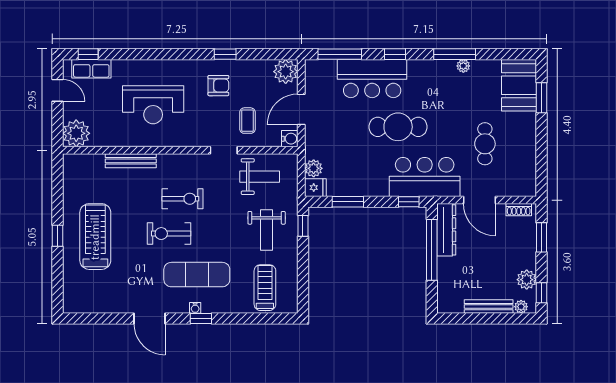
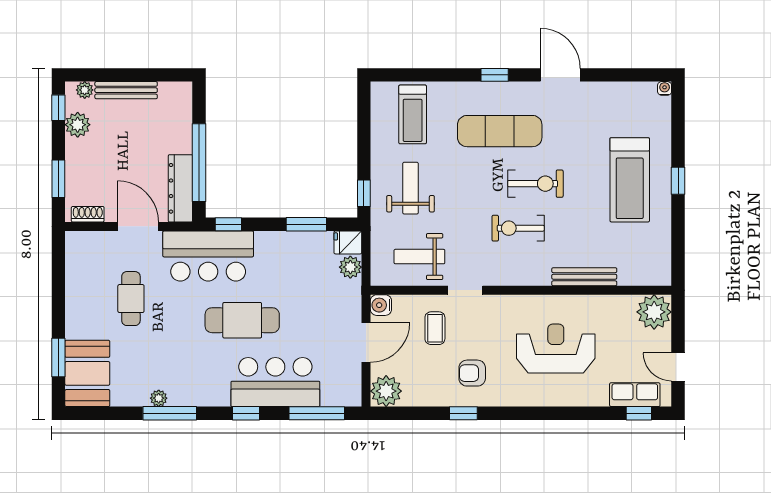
water cooler: (195, 308) -> (665, 88), moved

